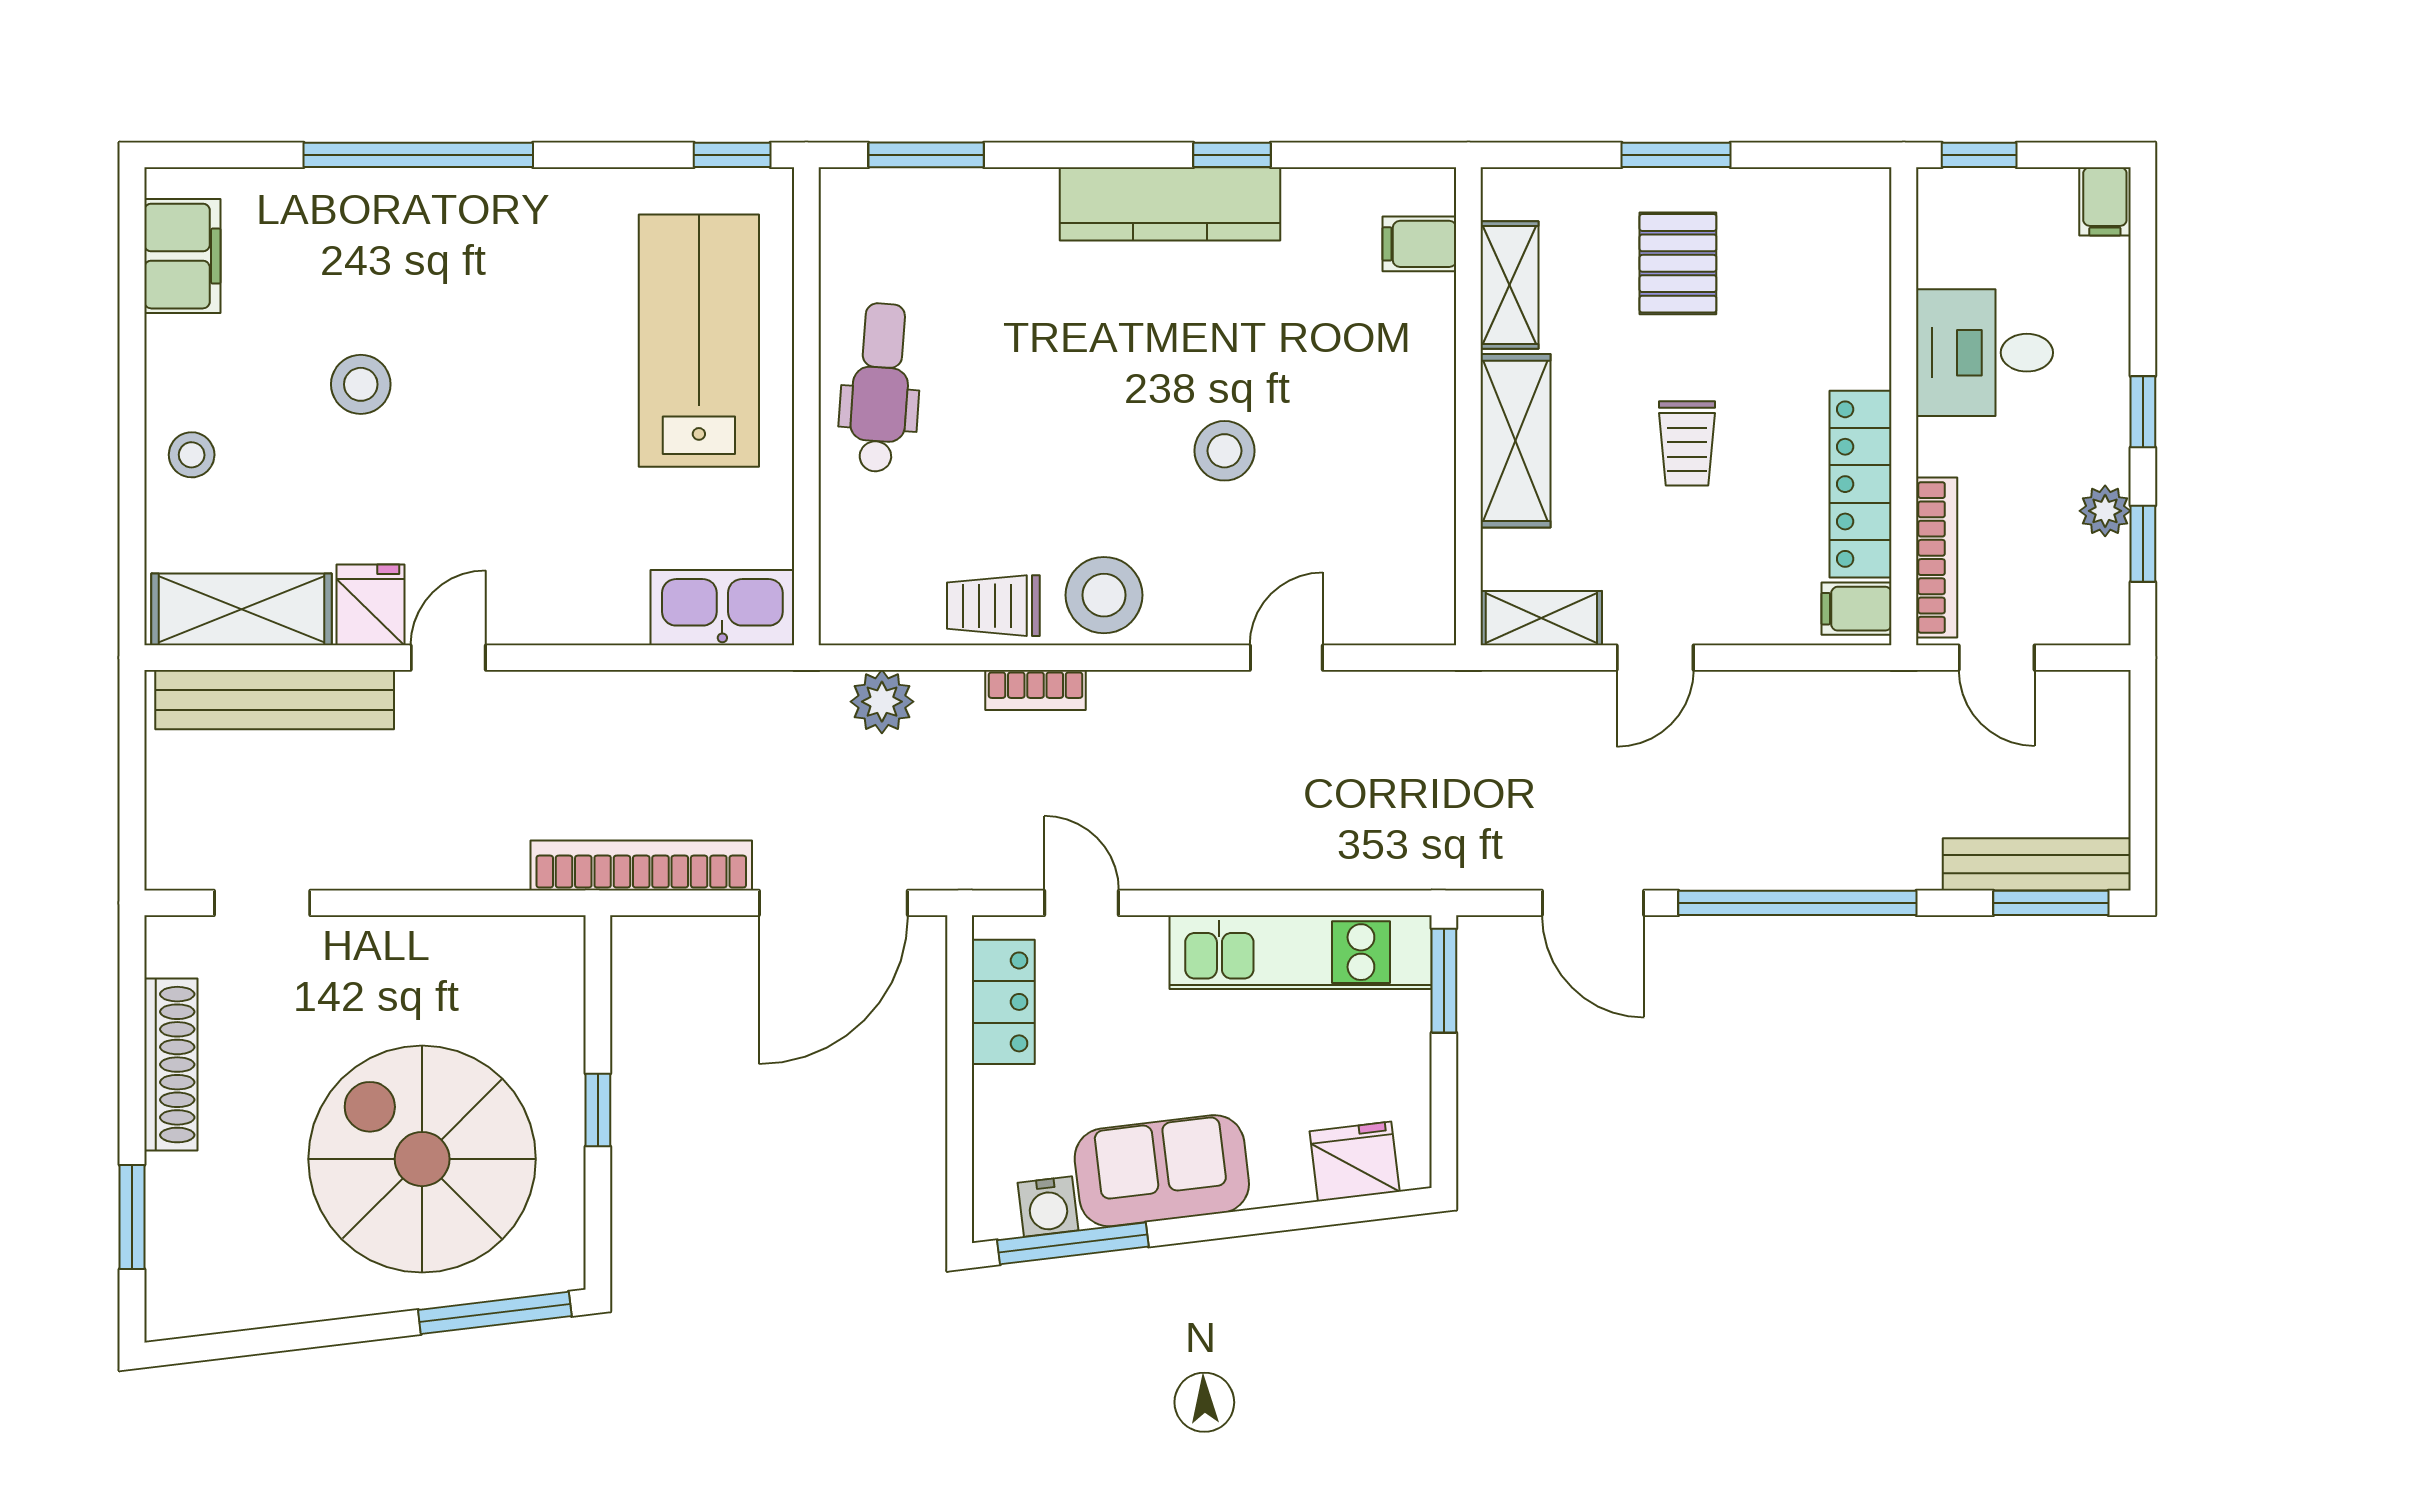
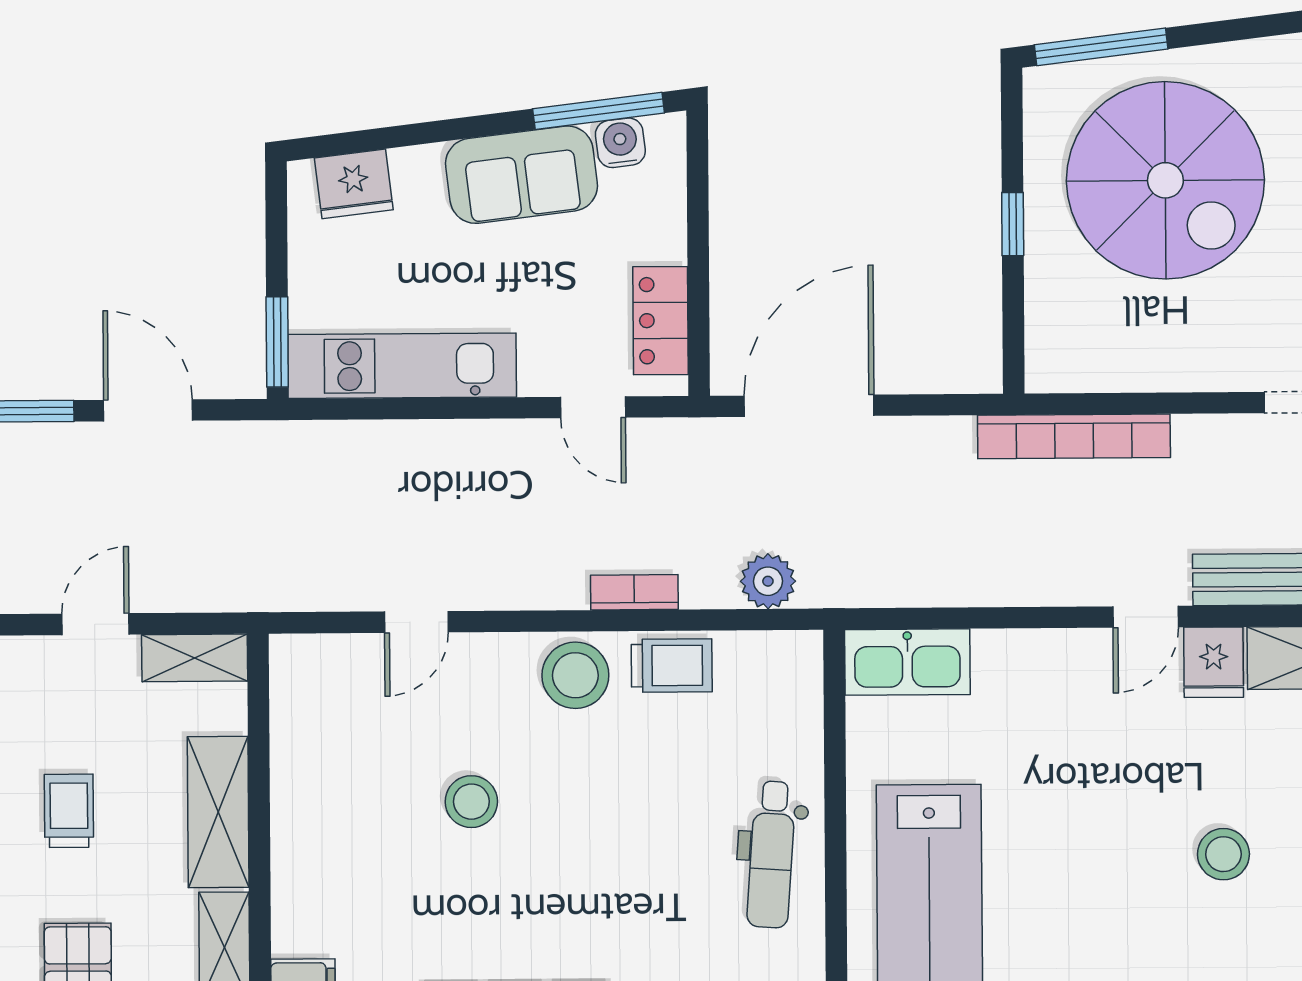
bookcase: (641, 866) -> (1074, 436), moved

